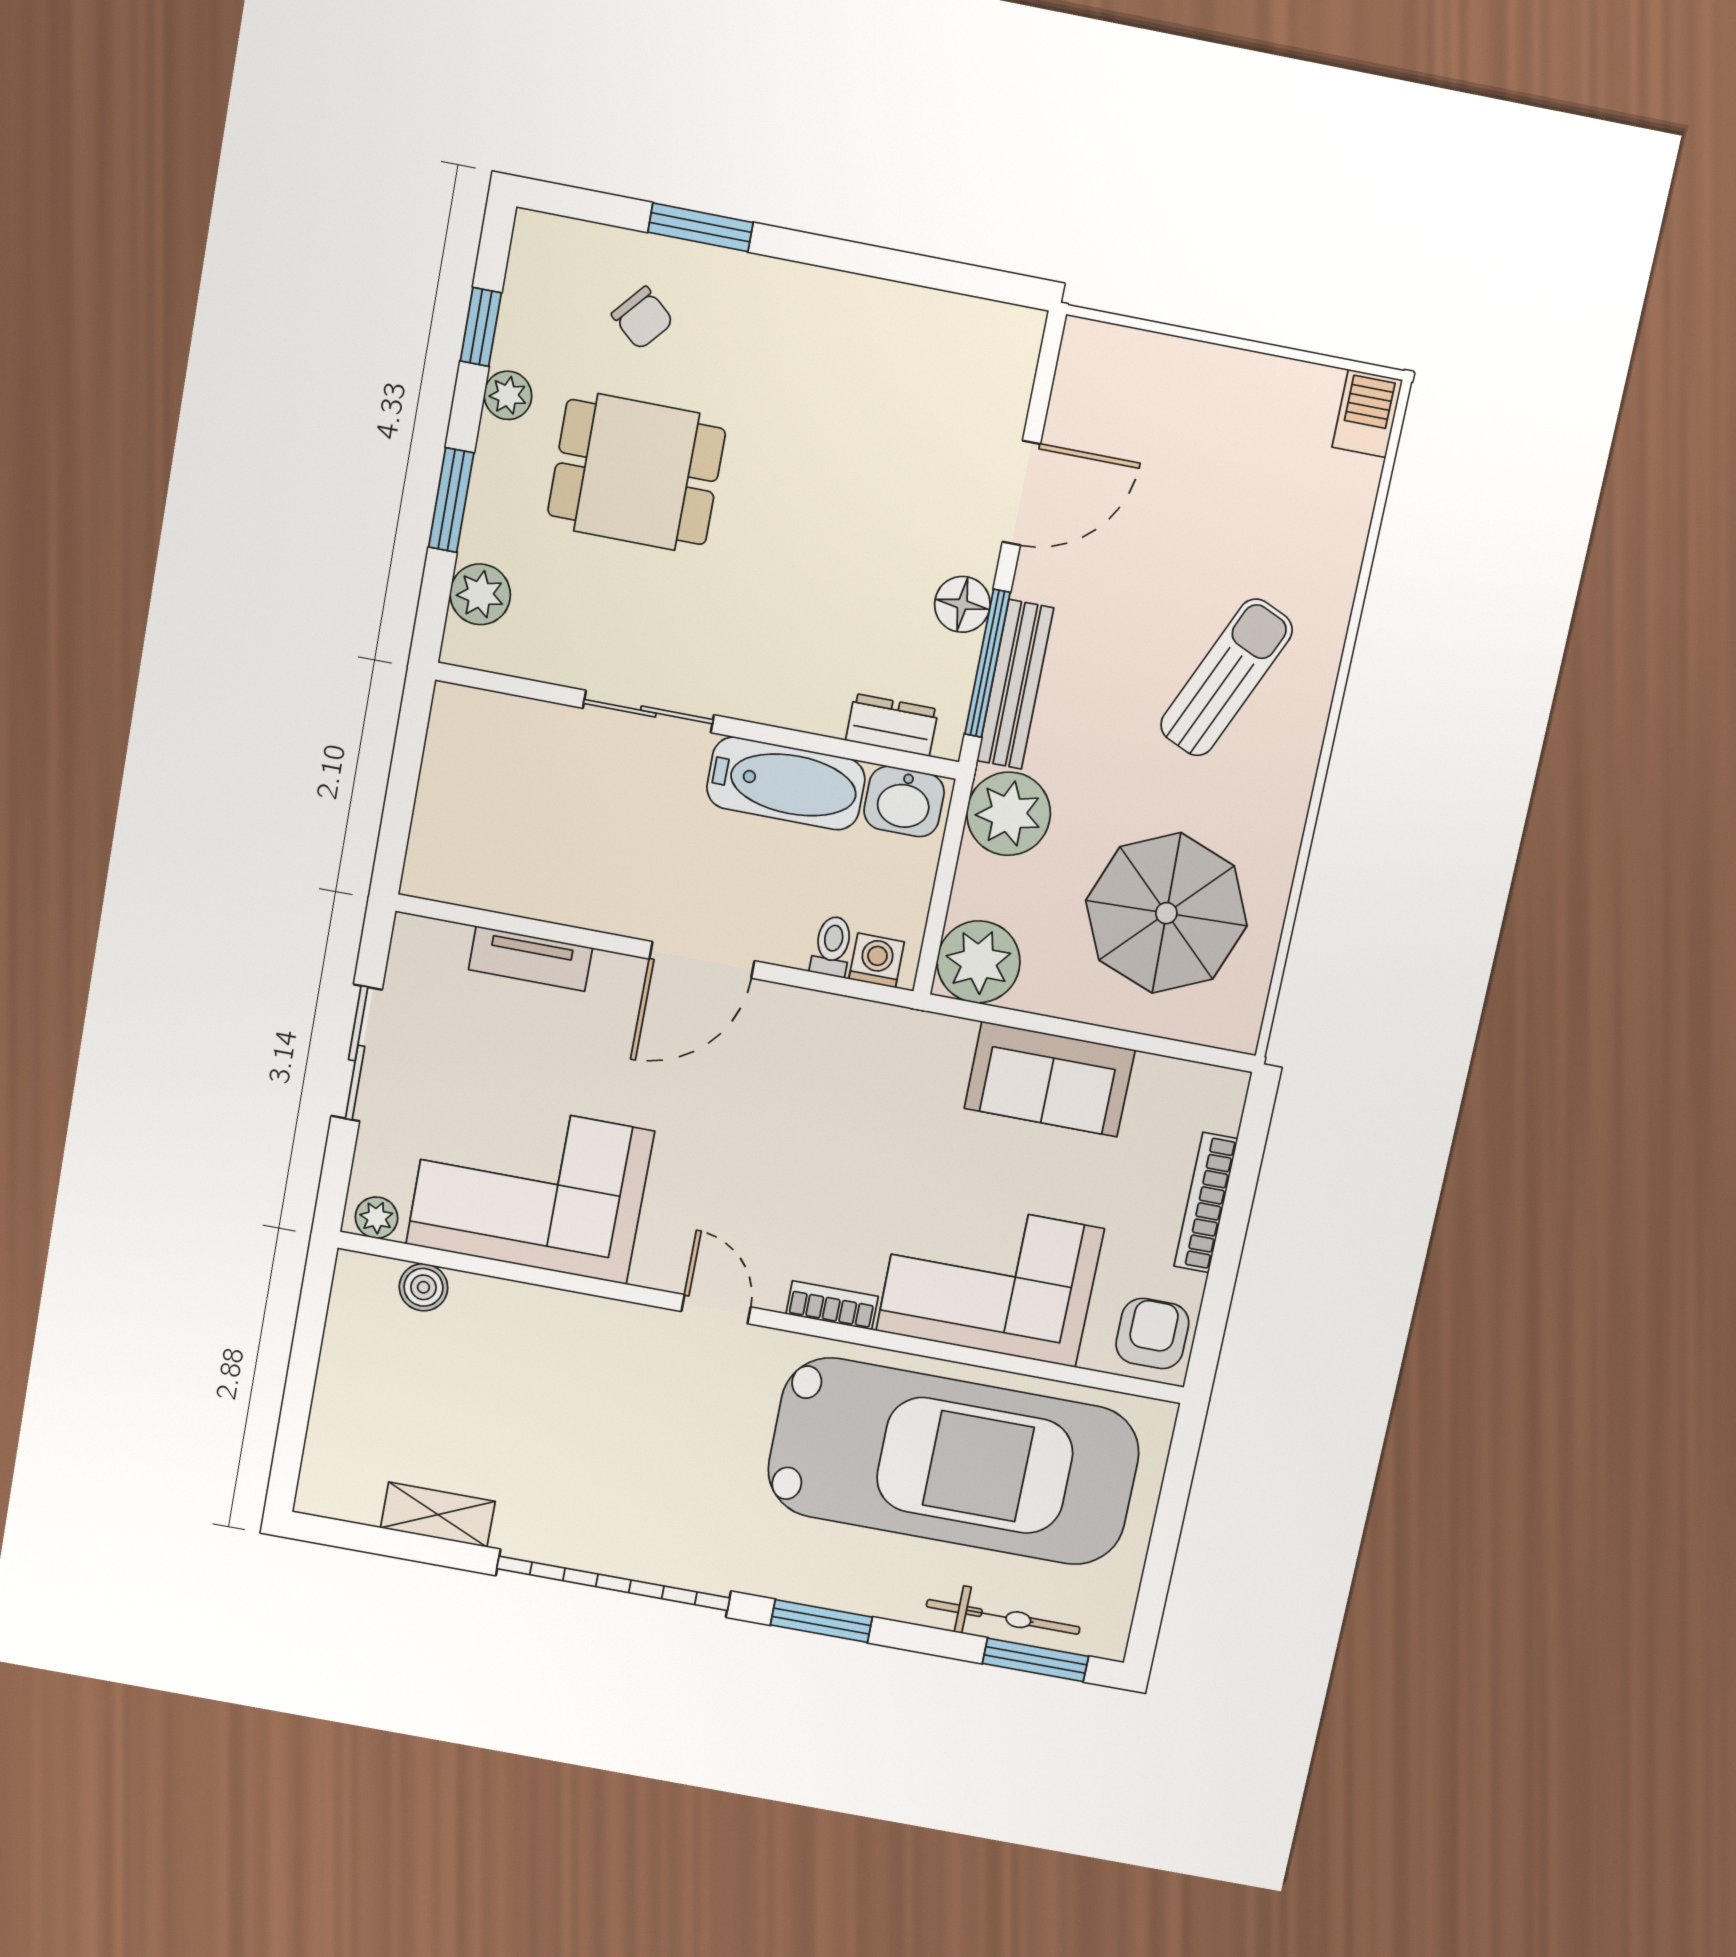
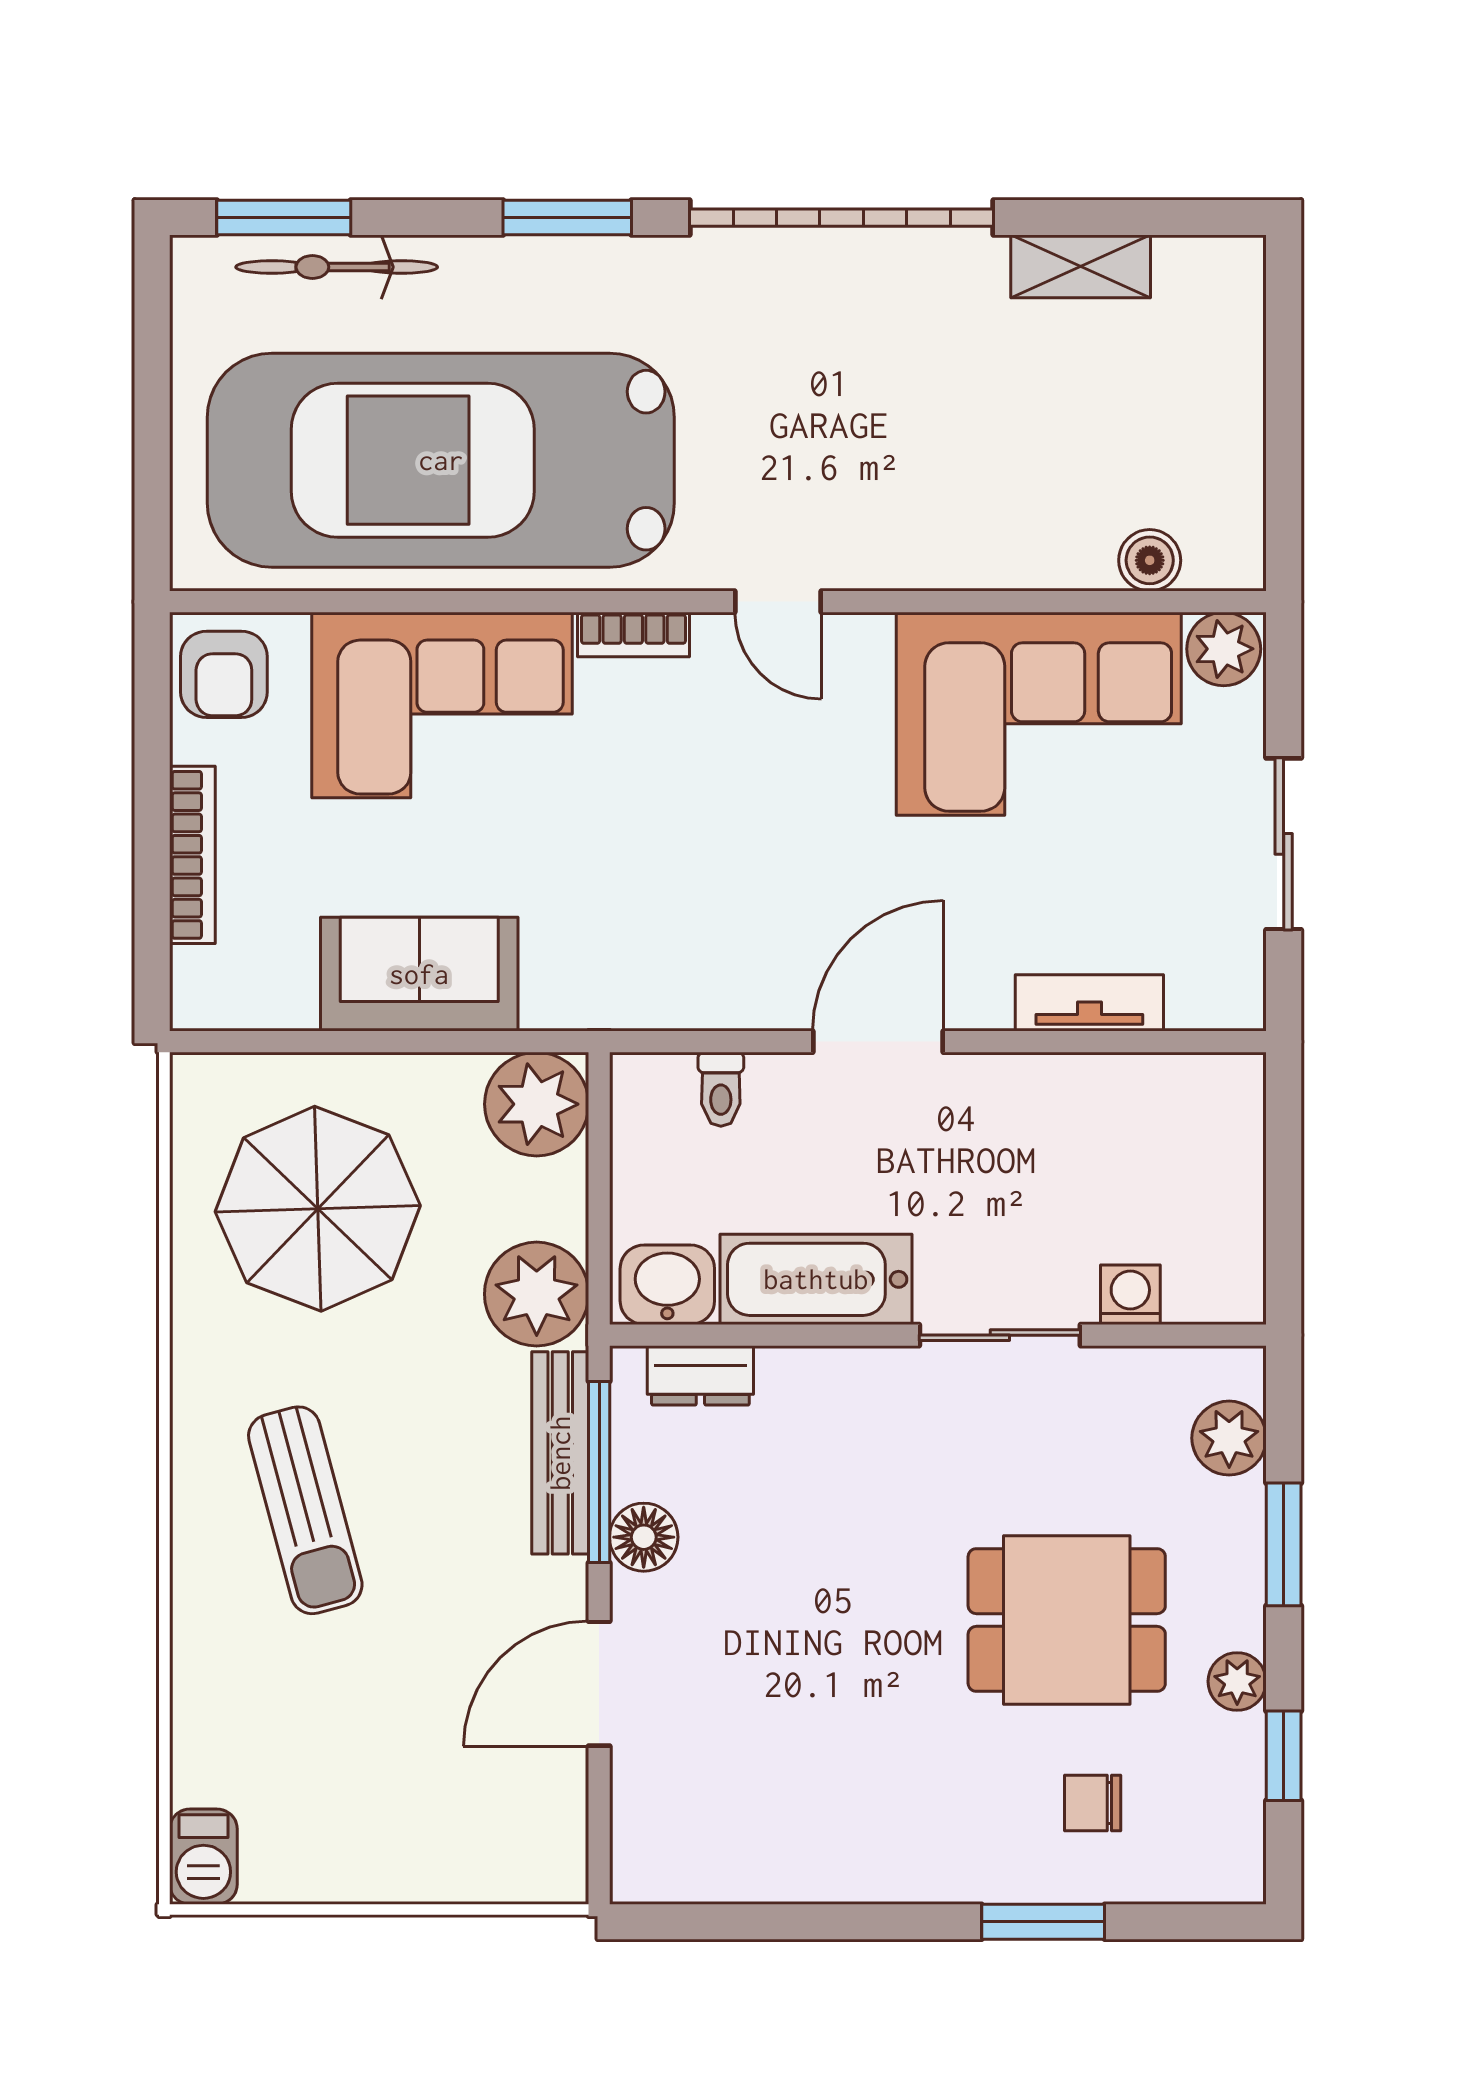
chair: (643, 318) -> (1093, 1803), turned -41
sun lounger: (1226, 677) -> (305, 1510), turned -39
washing machine: (877, 960) -> (1130, 1295), moved, turned 180
plant: (376, 1218) -> (1224, 649), width x1.38, depth x1.38

